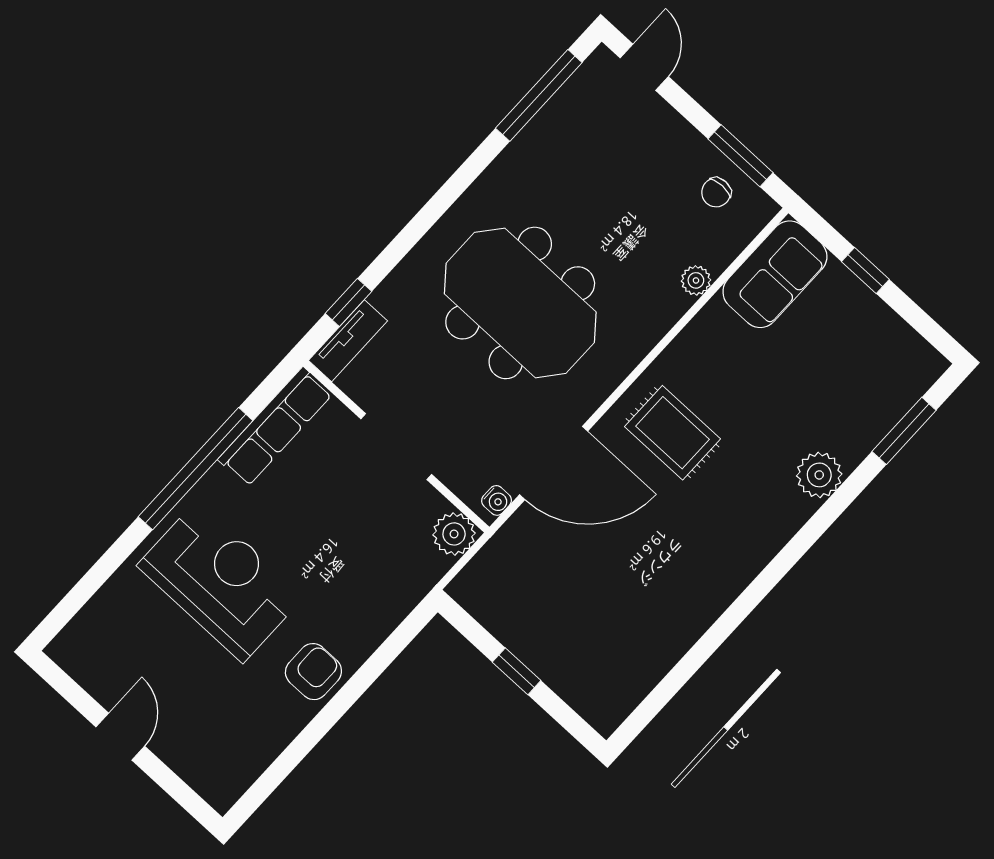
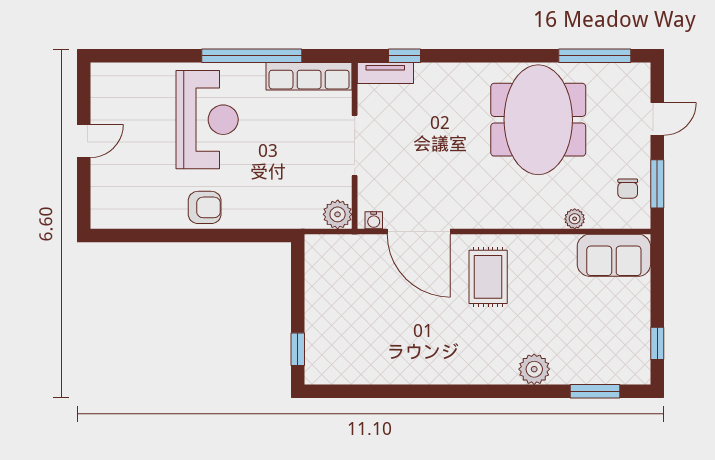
door: (644, 67) -> (657, 119), moved
chair: (716, 192) -> (628, 189), turned -90
window: (865, 271) -> (657, 343), moved
meeting table: (520, 303) -> (538, 120), moved
window: (517, 671) -> (298, 349), moved

